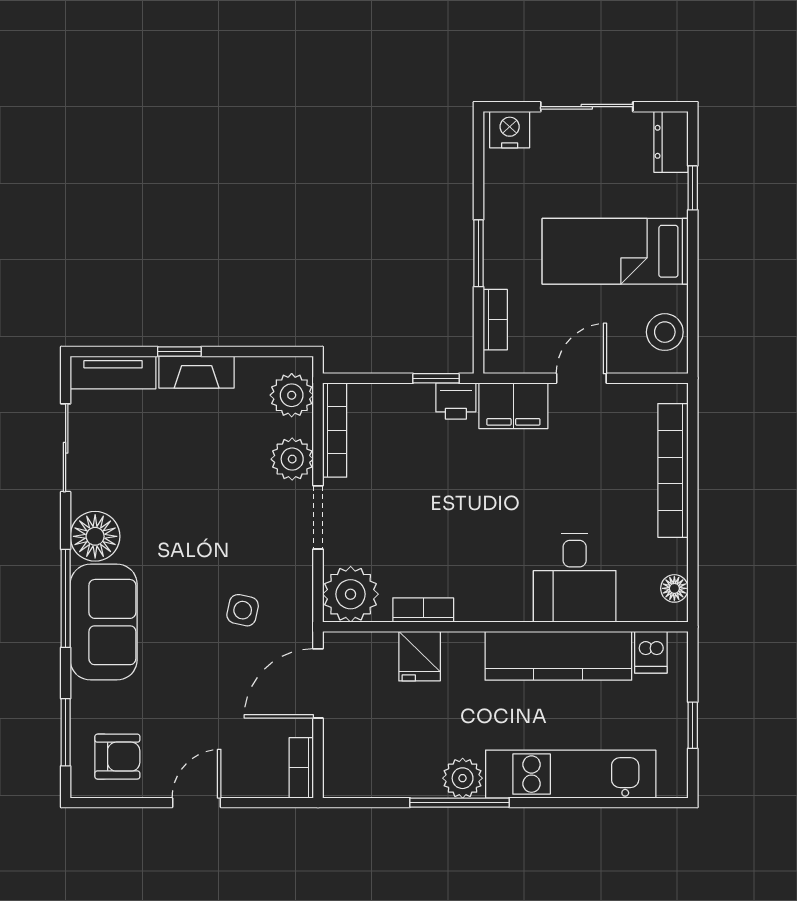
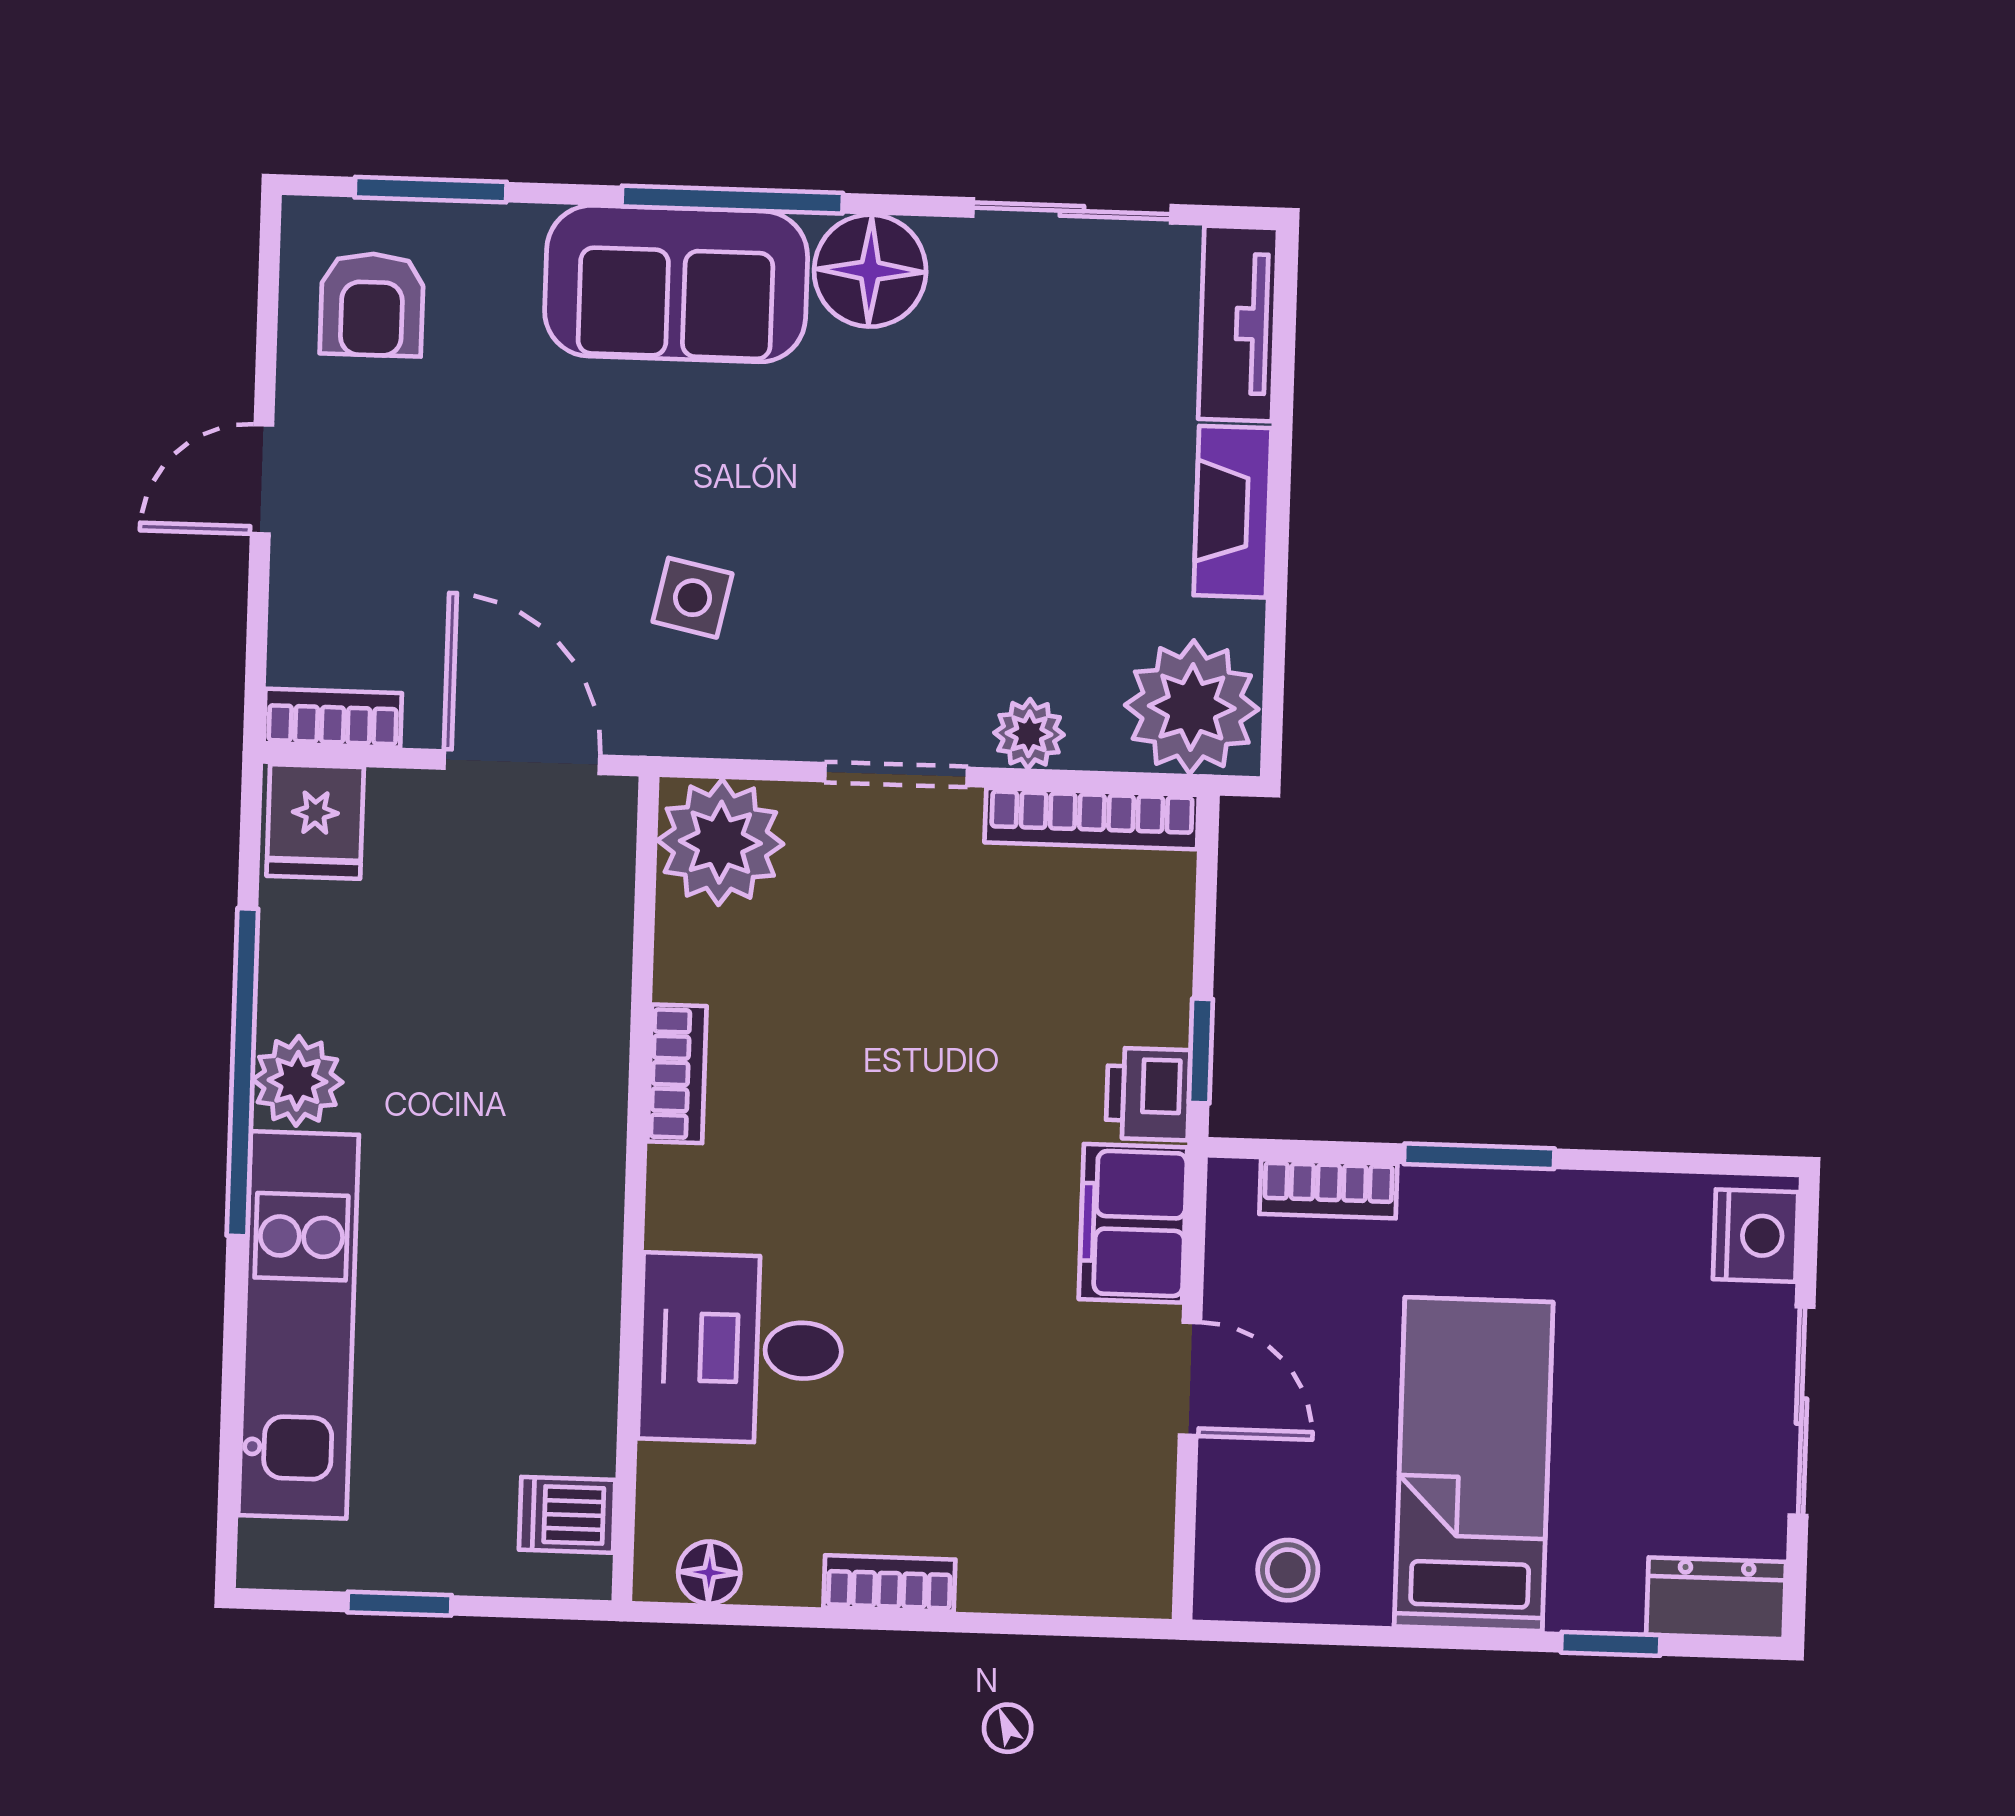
stool: (665, 332) -> (1288, 1570), width x0.73, depth x0.73
window: (179, 351) -> (1280, 474), removed
plant: (292, 395) -> (1192, 707), width x1.36, depth x1.36
plant: (292, 459) -> (1029, 734), width x0.73, depth x0.73
bookcase: (673, 470) -> (889, 1583), width x0.43, depth x0.76
bookcase: (423, 610) -> (677, 1074), moved
fridge: (420, 656) -> (315, 821), moved, turned -90
kitchen counter: (558, 656) -> (566, 1306), removed
door: (196, 803) -> (262, 479), swing flipped
window: (460, 803) -> (242, 1072), width x1.46

